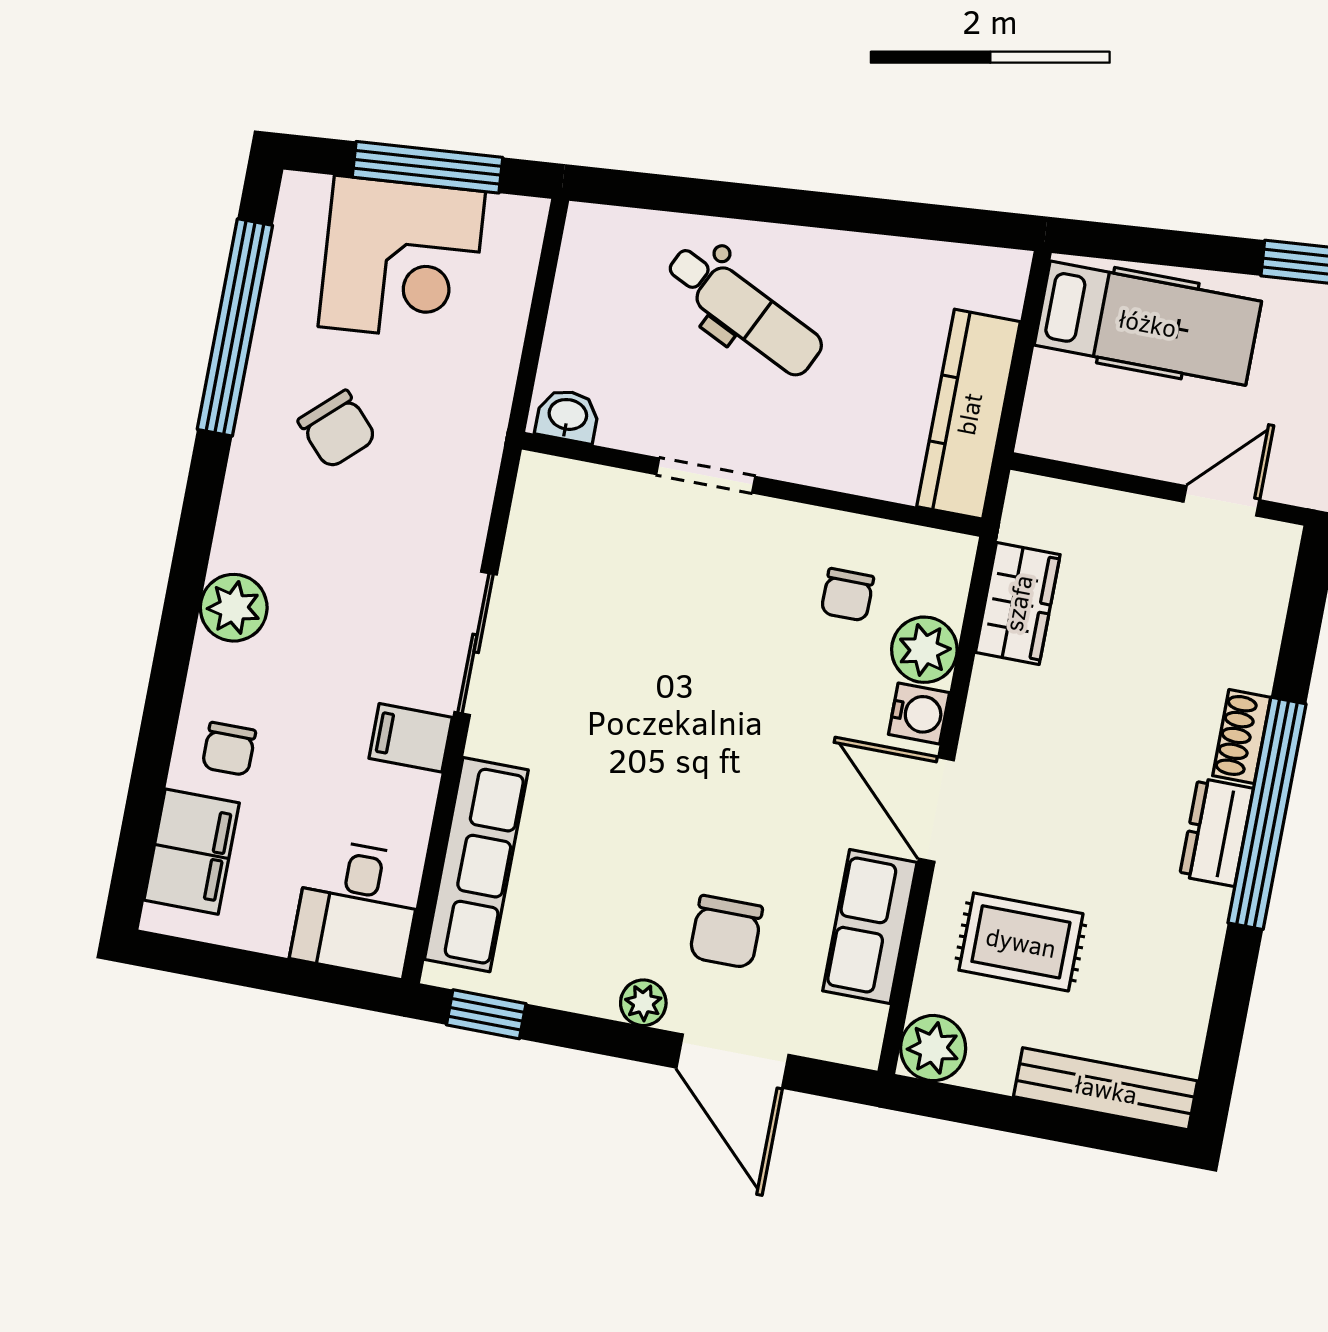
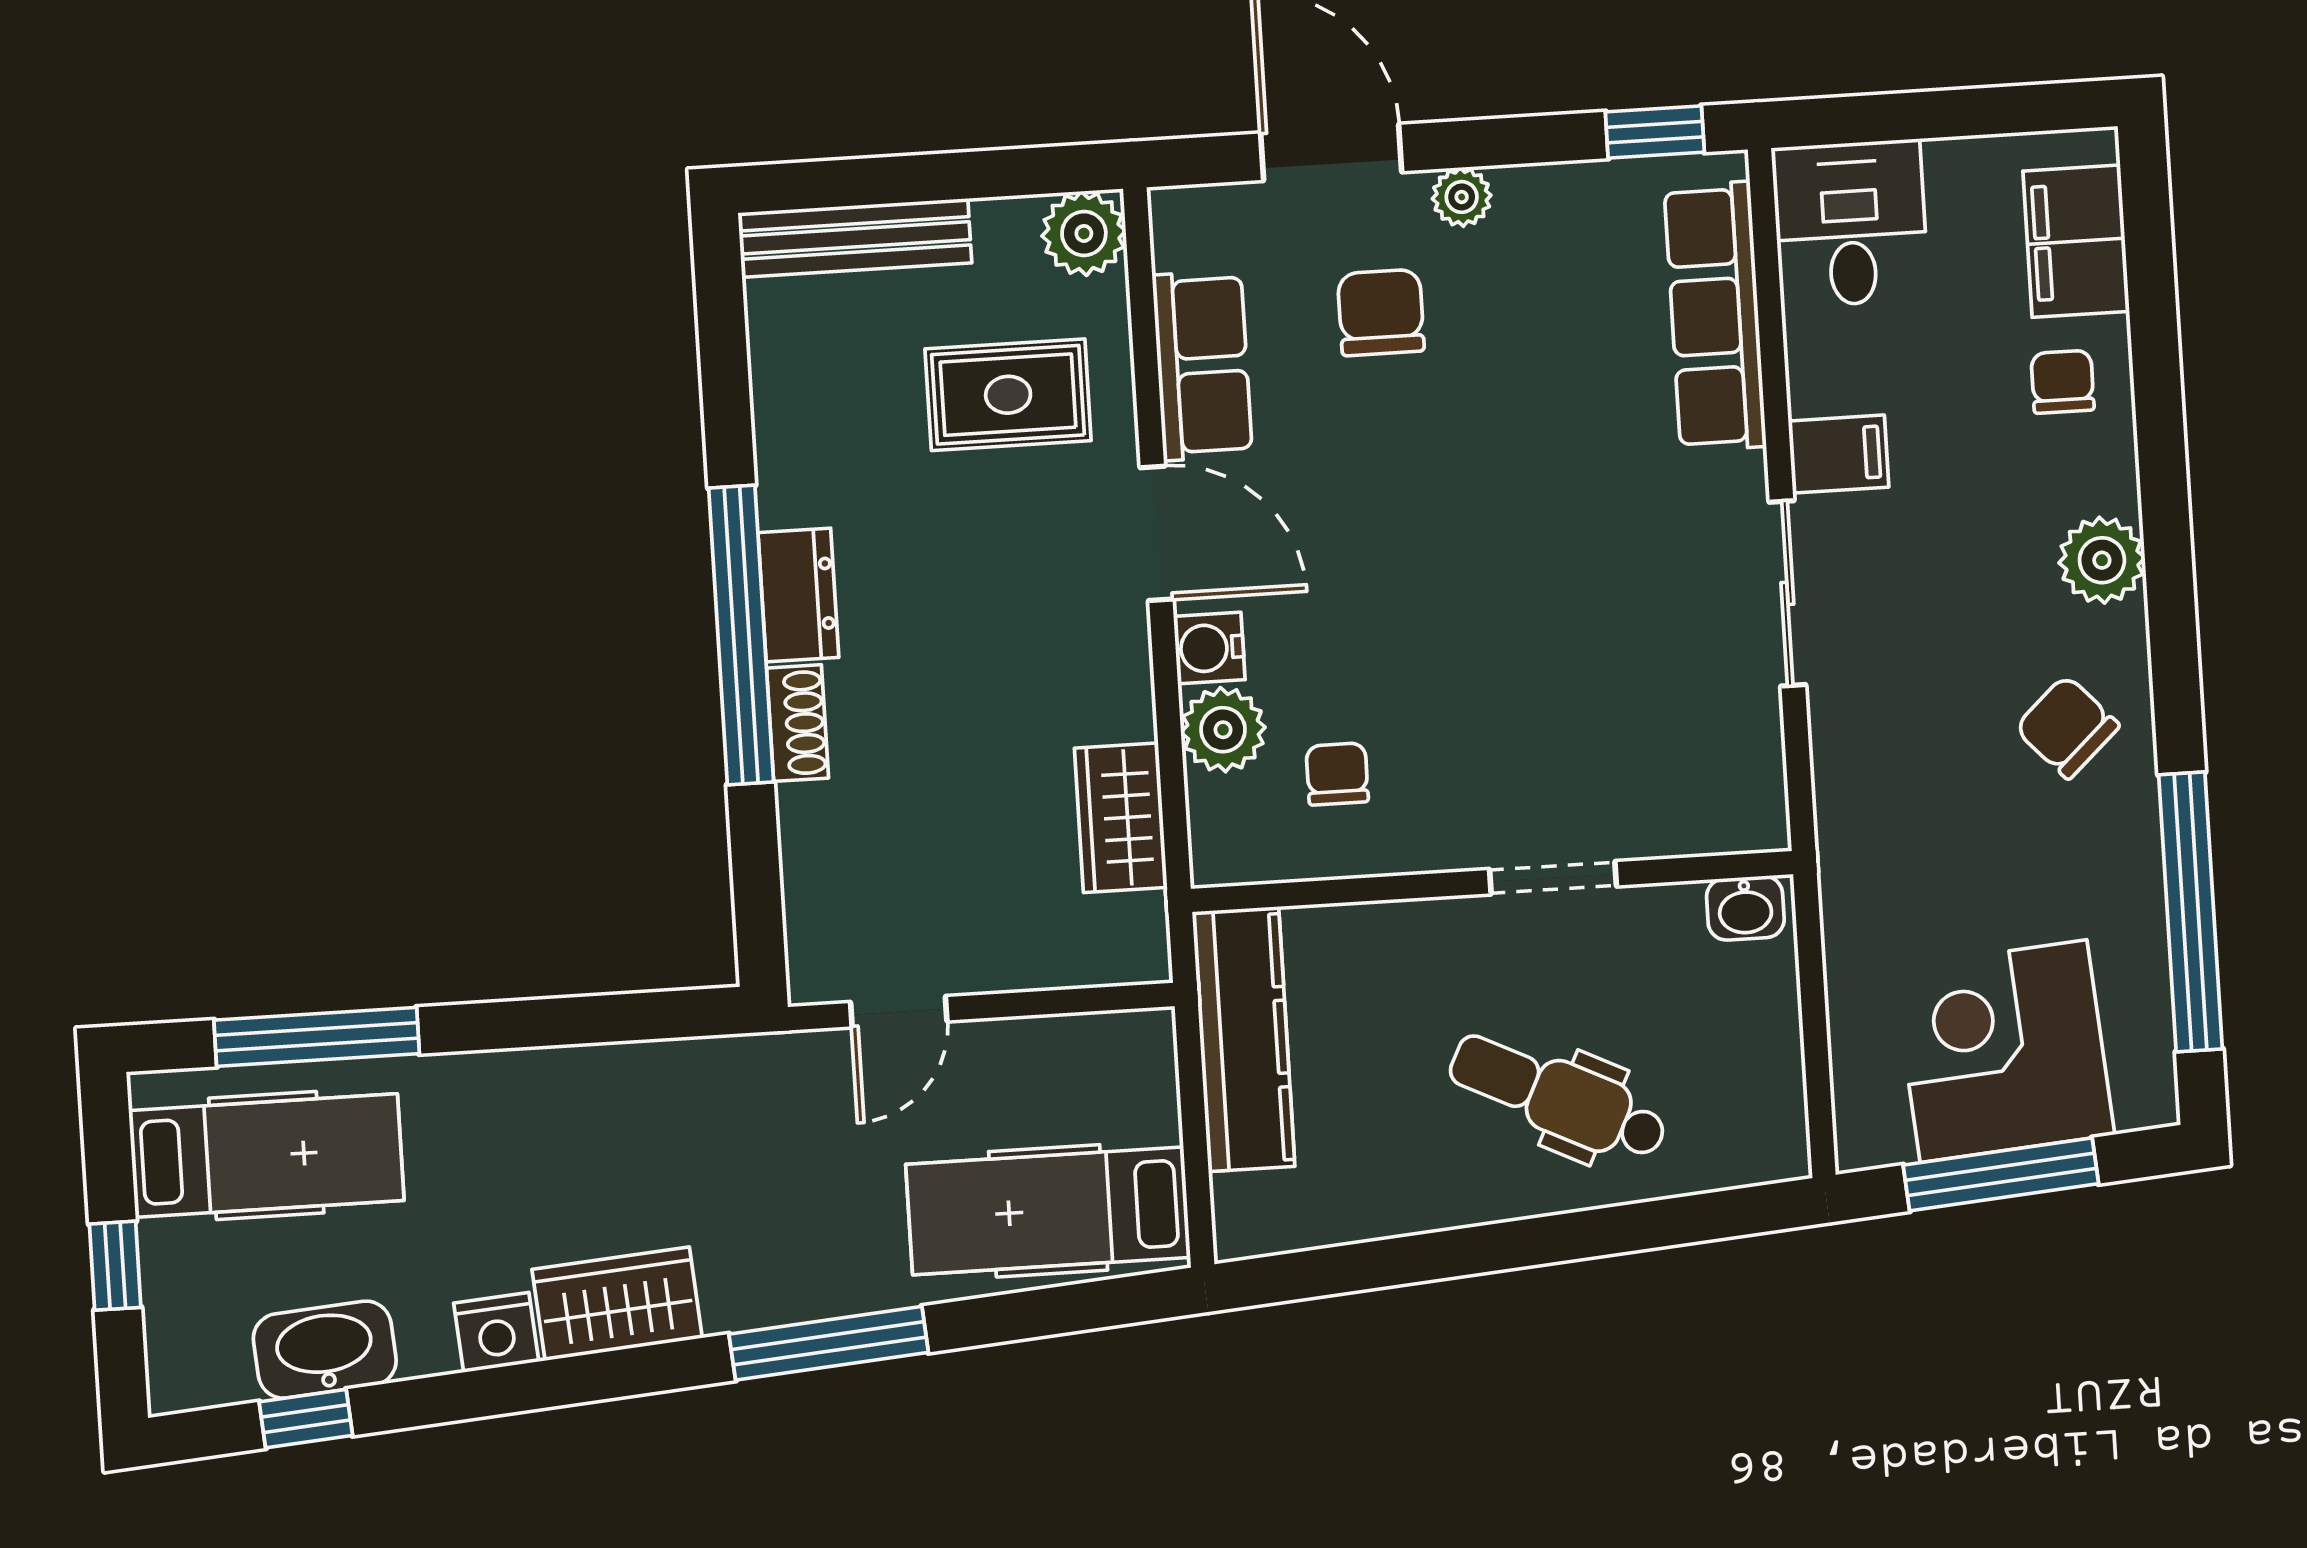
chair: (337, 429) -> (2067, 727), moved

